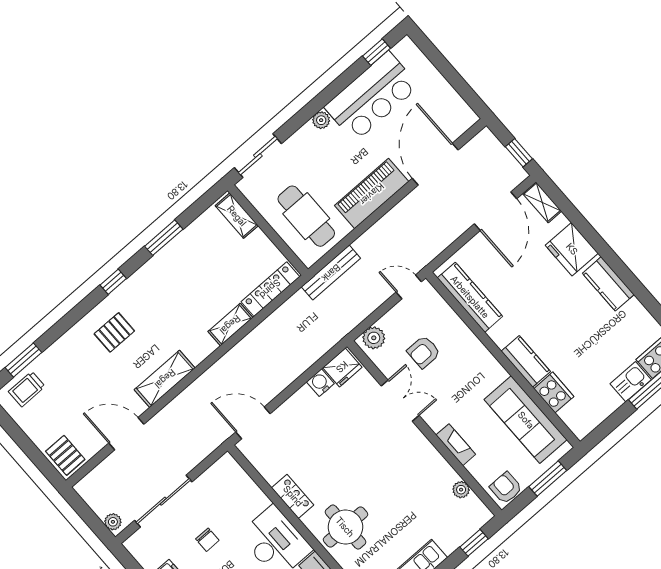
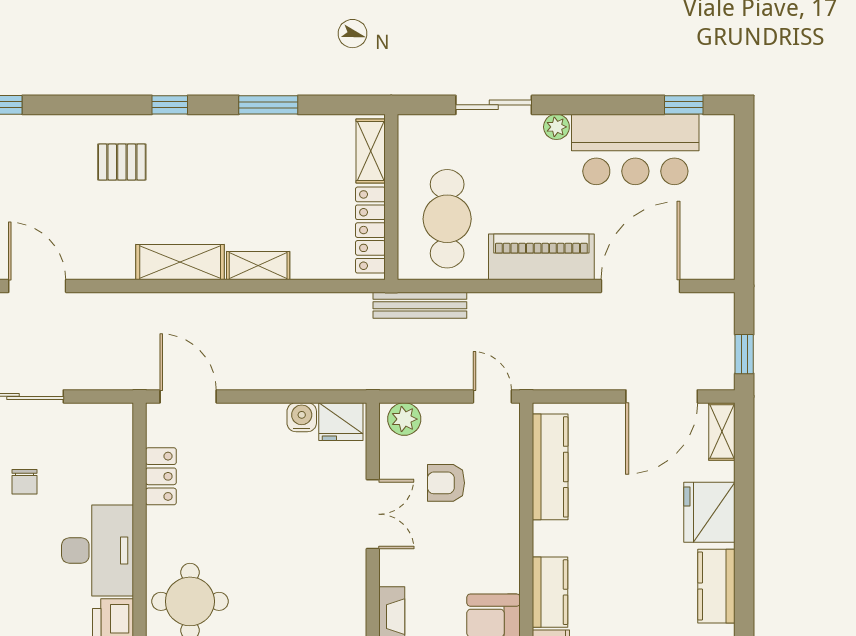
sliding door: (258, 156) -> (494, 105), moved
locker: (270, 289) -> (370, 230), moved, turned -90
shelving: (165, 379) -> (180, 262), moved
locker: (293, 496) -> (161, 476), moved

